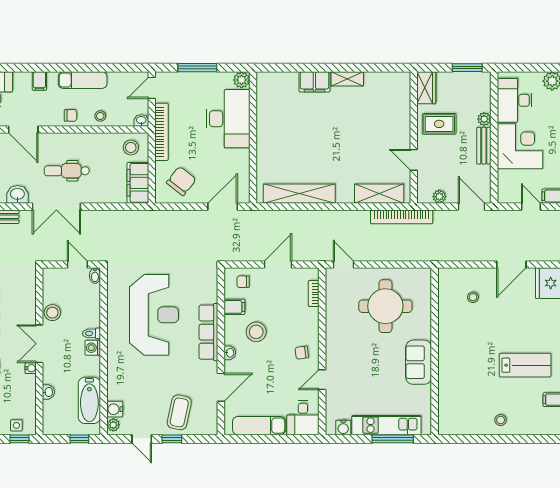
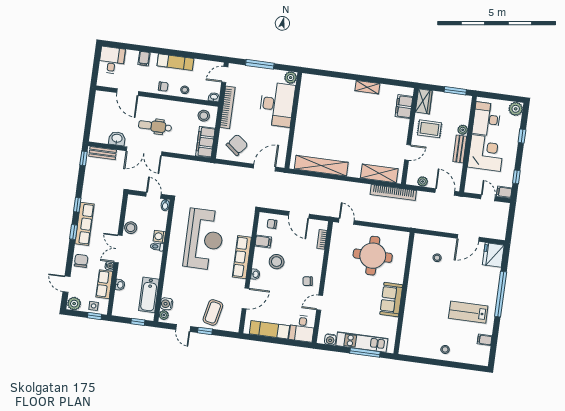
filing cabinet: (314, 82) -> (404, 107), moved, turned 90
door: (414, 160) -> (408, 152), swing flipped
door: (278, 264) -> (299, 215), swing flipped
washing machine: (93, 348) -> (159, 236), moved
lab bench: (525, 365) -> (468, 312), turned 180
row of seats: (27, 394) -> (104, 284), added

